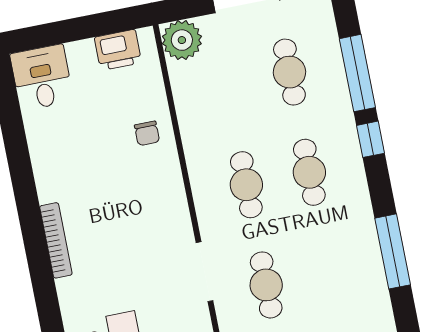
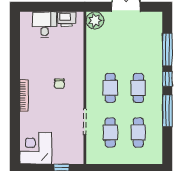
cafe table: (289, 72) -> (138, 133), moved
desk: (42, 77) -> (45, 25), moved
chair: (147, 133) -> (59, 84), moved
window: (393, 251) -> (167, 111), moved

